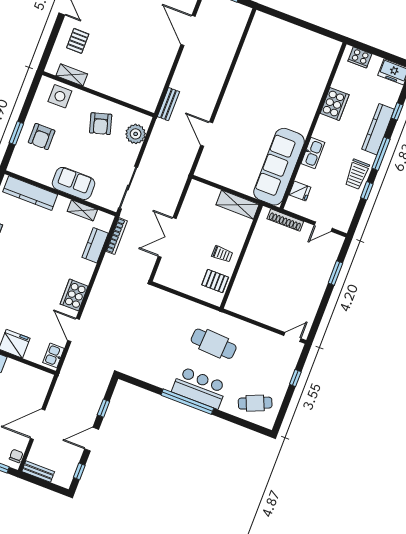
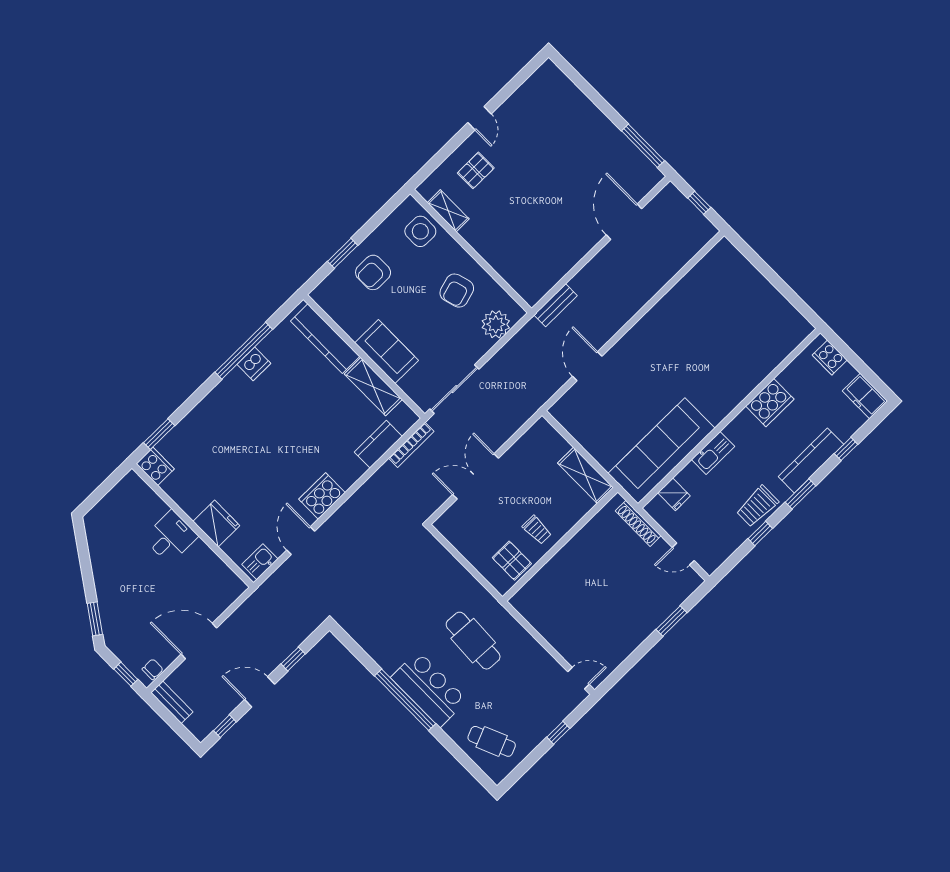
window: (381, 154) -> (800, 494), width x0.69
shelving: (82, 210) -> (373, 387), width x1.50, depth x1.33

